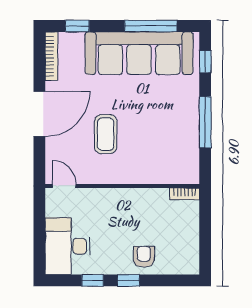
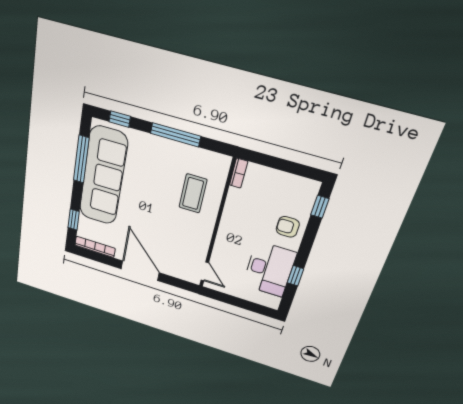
coffee table: (106, 134) -> (193, 193), moved, turned 90
door: (64, 186) -> (205, 271), swing flipped
desk: (68, 246) -> (269, 269), moved, turned -90
window: (128, 280) -> (320, 207), moved

